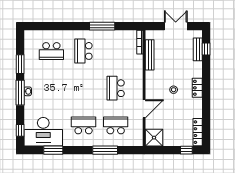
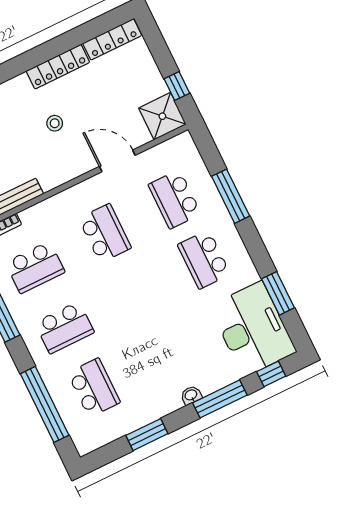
window: (55, 26) -> (45, 404), added
school desk: (116, 51) -> (35, 267), added
school desk: (116, 88) -> (105, 233), turned -90
locker: (197, 88) -> (58, 67), moved, width x1.53
window: (20, 93) -> (220, 399), moved
window: (186, 150) -> (177, 86), moved

